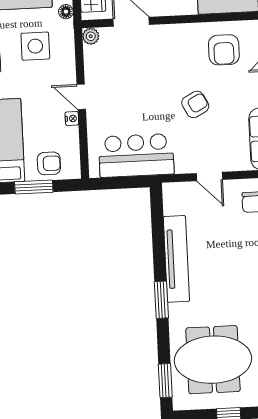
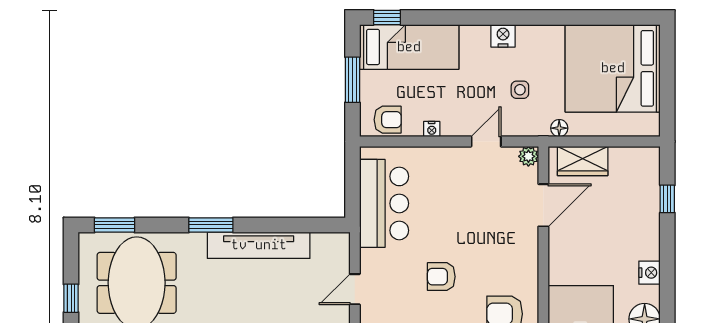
side table: (35, 46) -> (520, 90), width x0.54, depth x0.54
door: (81, 97) -> (486, 141), moved
armchair: (195, 104) -> (441, 277), turned 118
armchair: (49, 163) -> (388, 120), moved, turned -90

